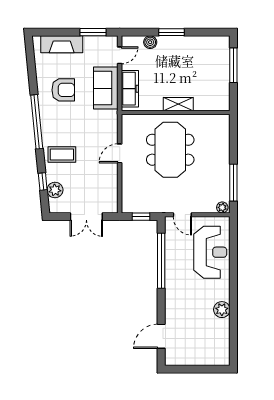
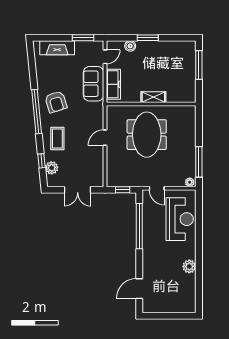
armchair: (63, 90) -> (56, 102), moved, turned 73
coffee table: (62, 154) -> (57, 139), turned 90

